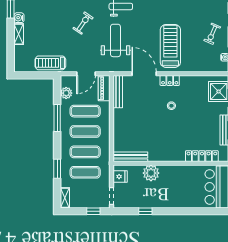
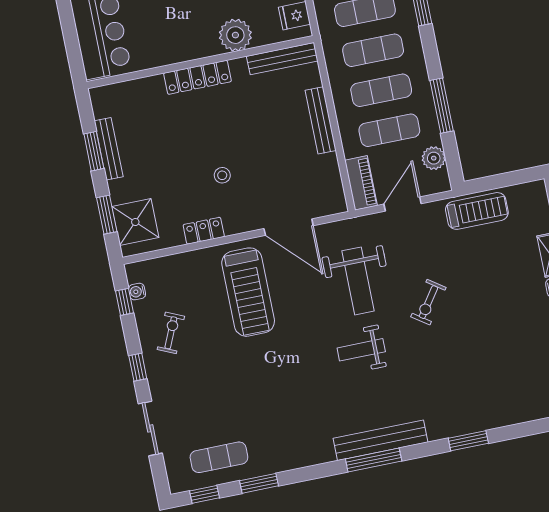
locker: (170, 80) -> (204, 231), moved
bench: (118, 92) -> (321, 120), moved
locker: (202, 156) -> (197, 77), moved

